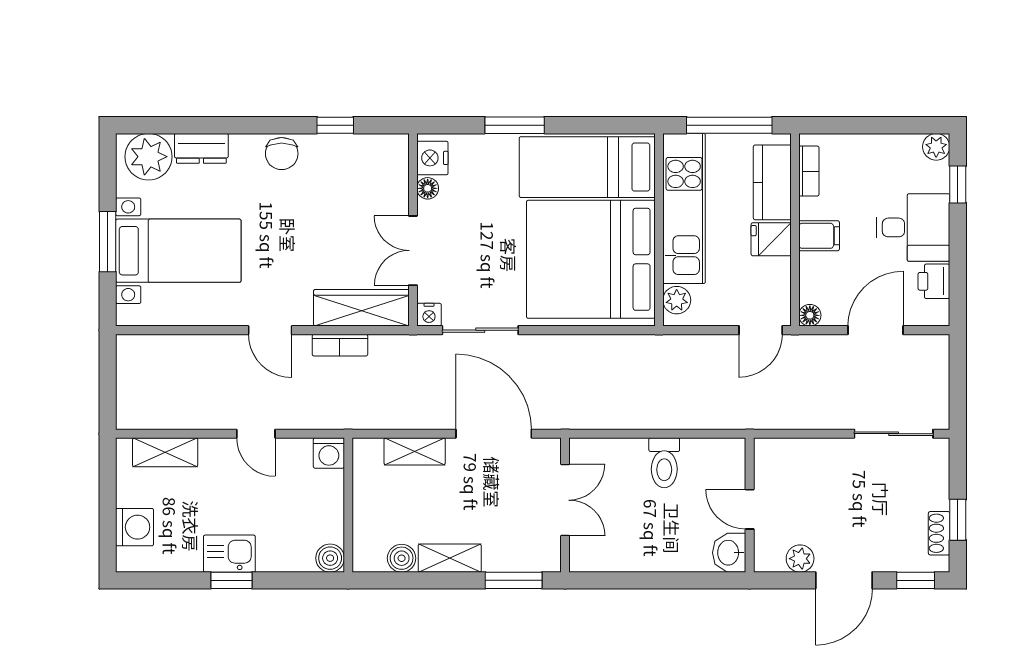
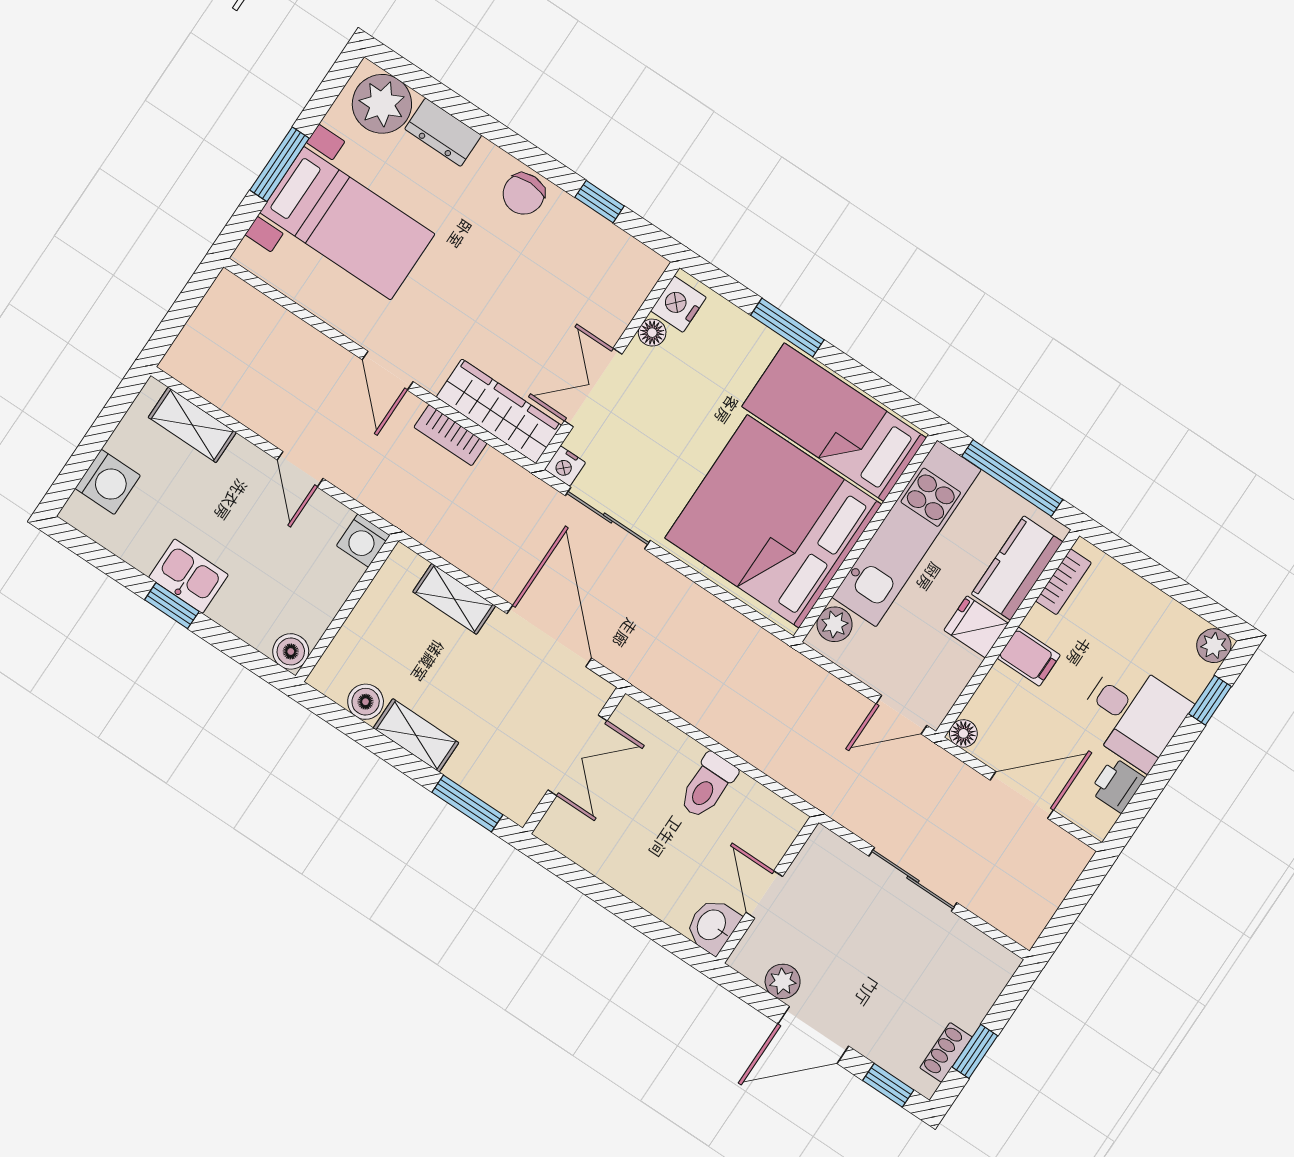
sliding door: (894, 434) -> (913, 879), moved

